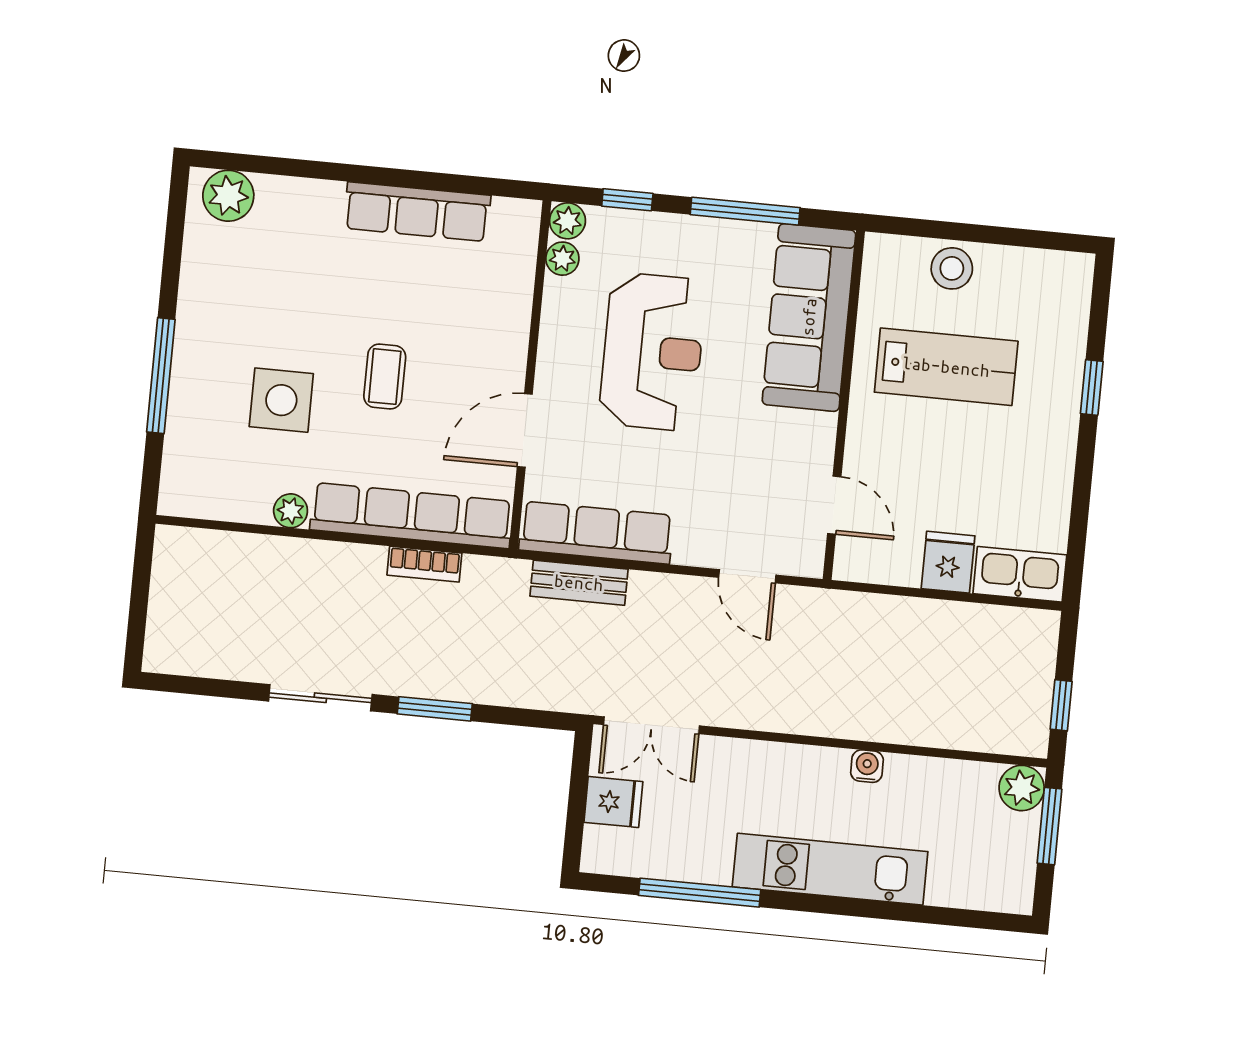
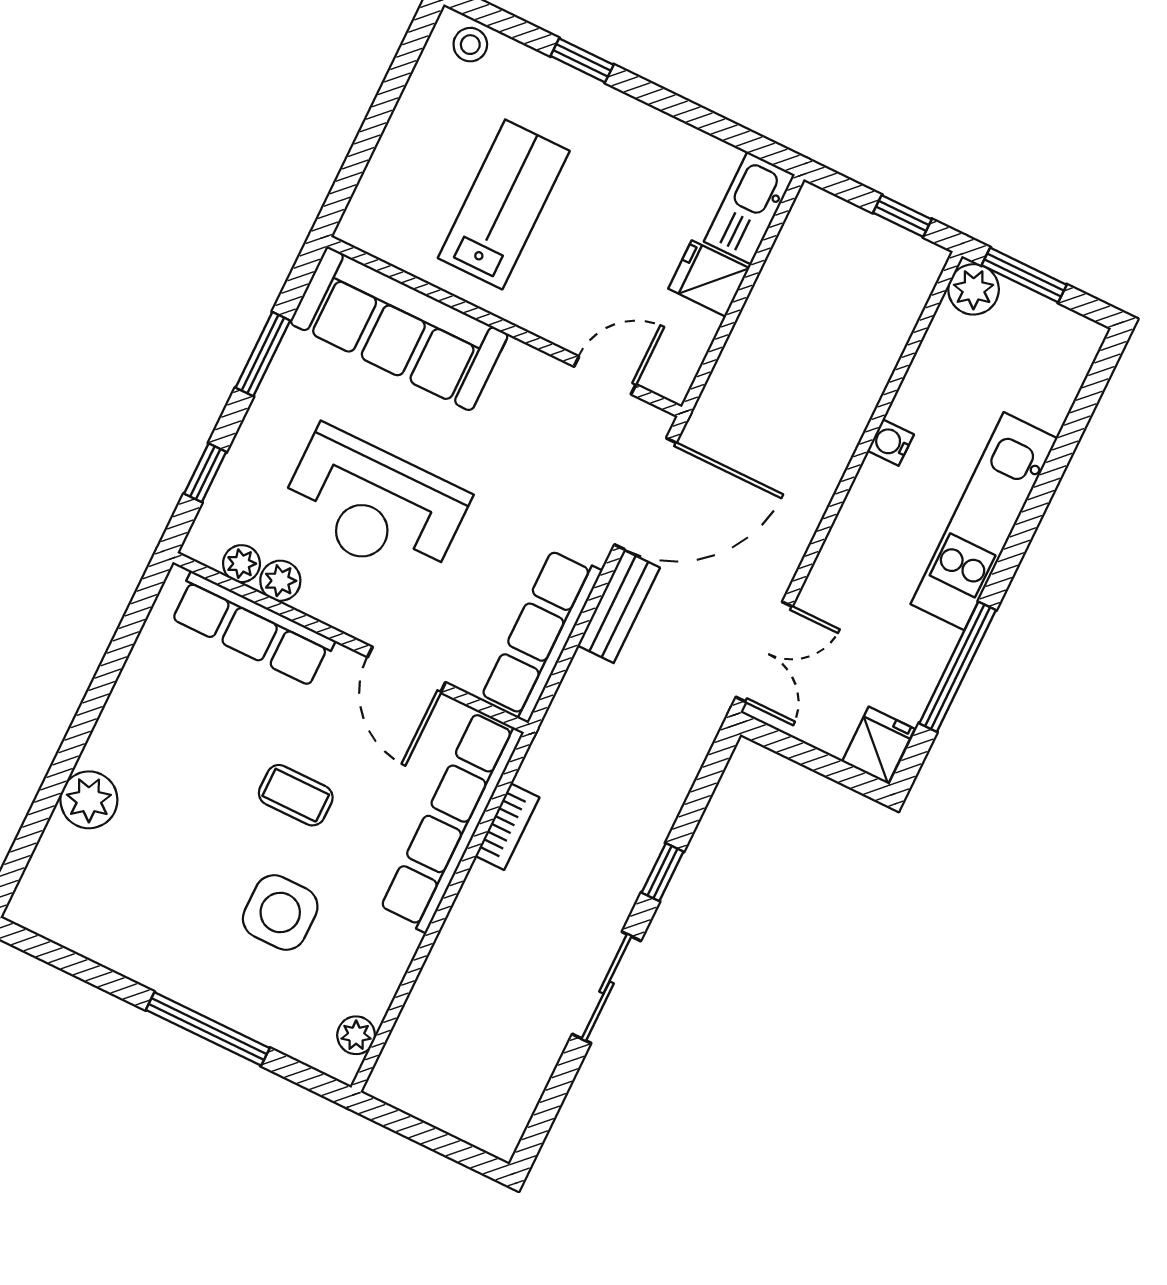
plant: (228, 196) -> (89, 800), moved
window: (745, 211) -> (263, 354), width x0.69
row of seats: (417, 212) -> (252, 629), moved, turned 90
plant: (567, 221) -> (280, 581), moved
stool: (952, 268) -> (470, 45), moved, width x0.73, depth x0.73
reception desk: (652, 352) -> (374, 506), turned 180
plant: (291, 511) -> (356, 1035), moved
door: (747, 576) -> (645, 494), width x1.88
bench: (579, 583) -> (619, 607), moved
window: (435, 709) -> (663, 872), width x0.67
fridge: (613, 802) -> (878, 745), moved

